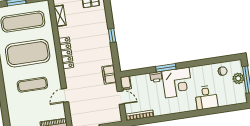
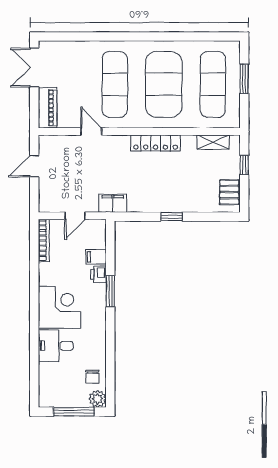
plant: (238, 78) -> (98, 399), moved
filing cabinet: (126, 83) -> (96, 257), moved
corner desk: (177, 83) -> (60, 307), moved, turned 180
exercise mat: (32, 85) -> (115, 84), width x1.36, depth x1.45

